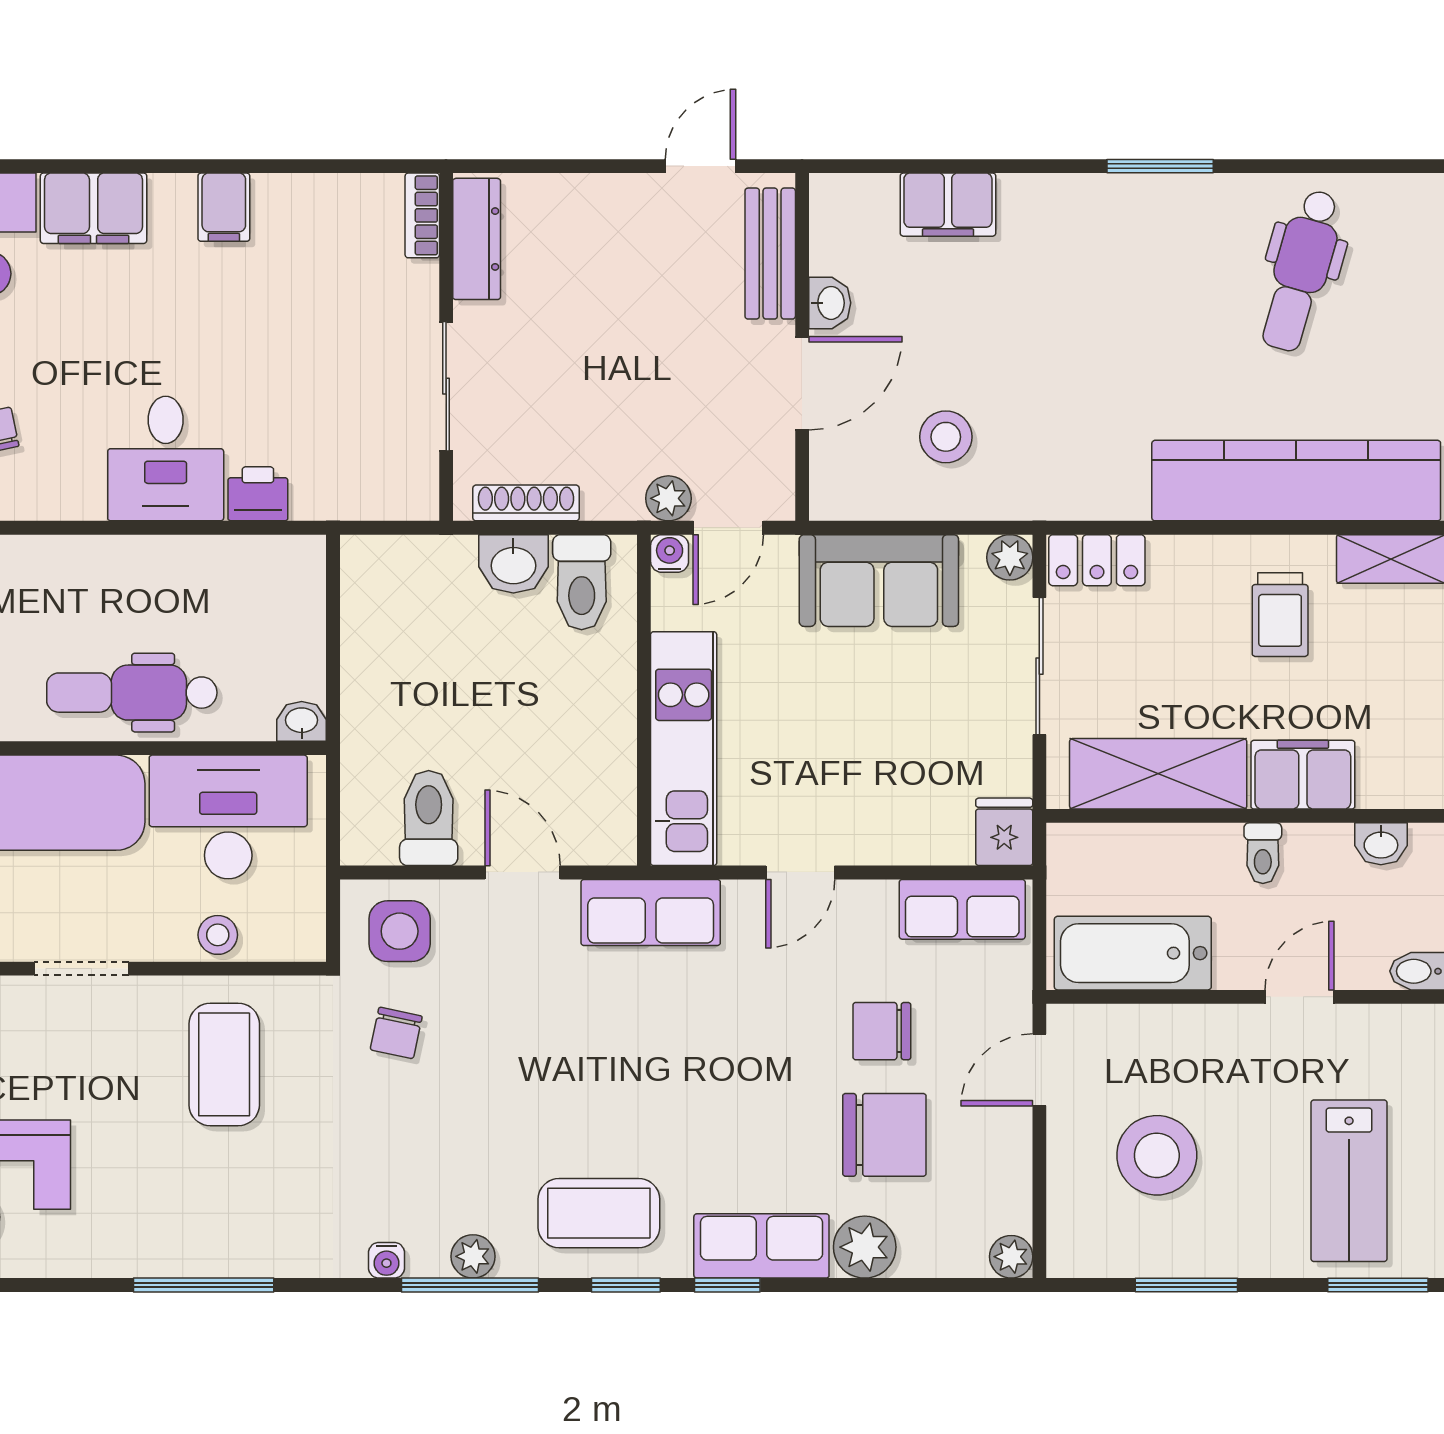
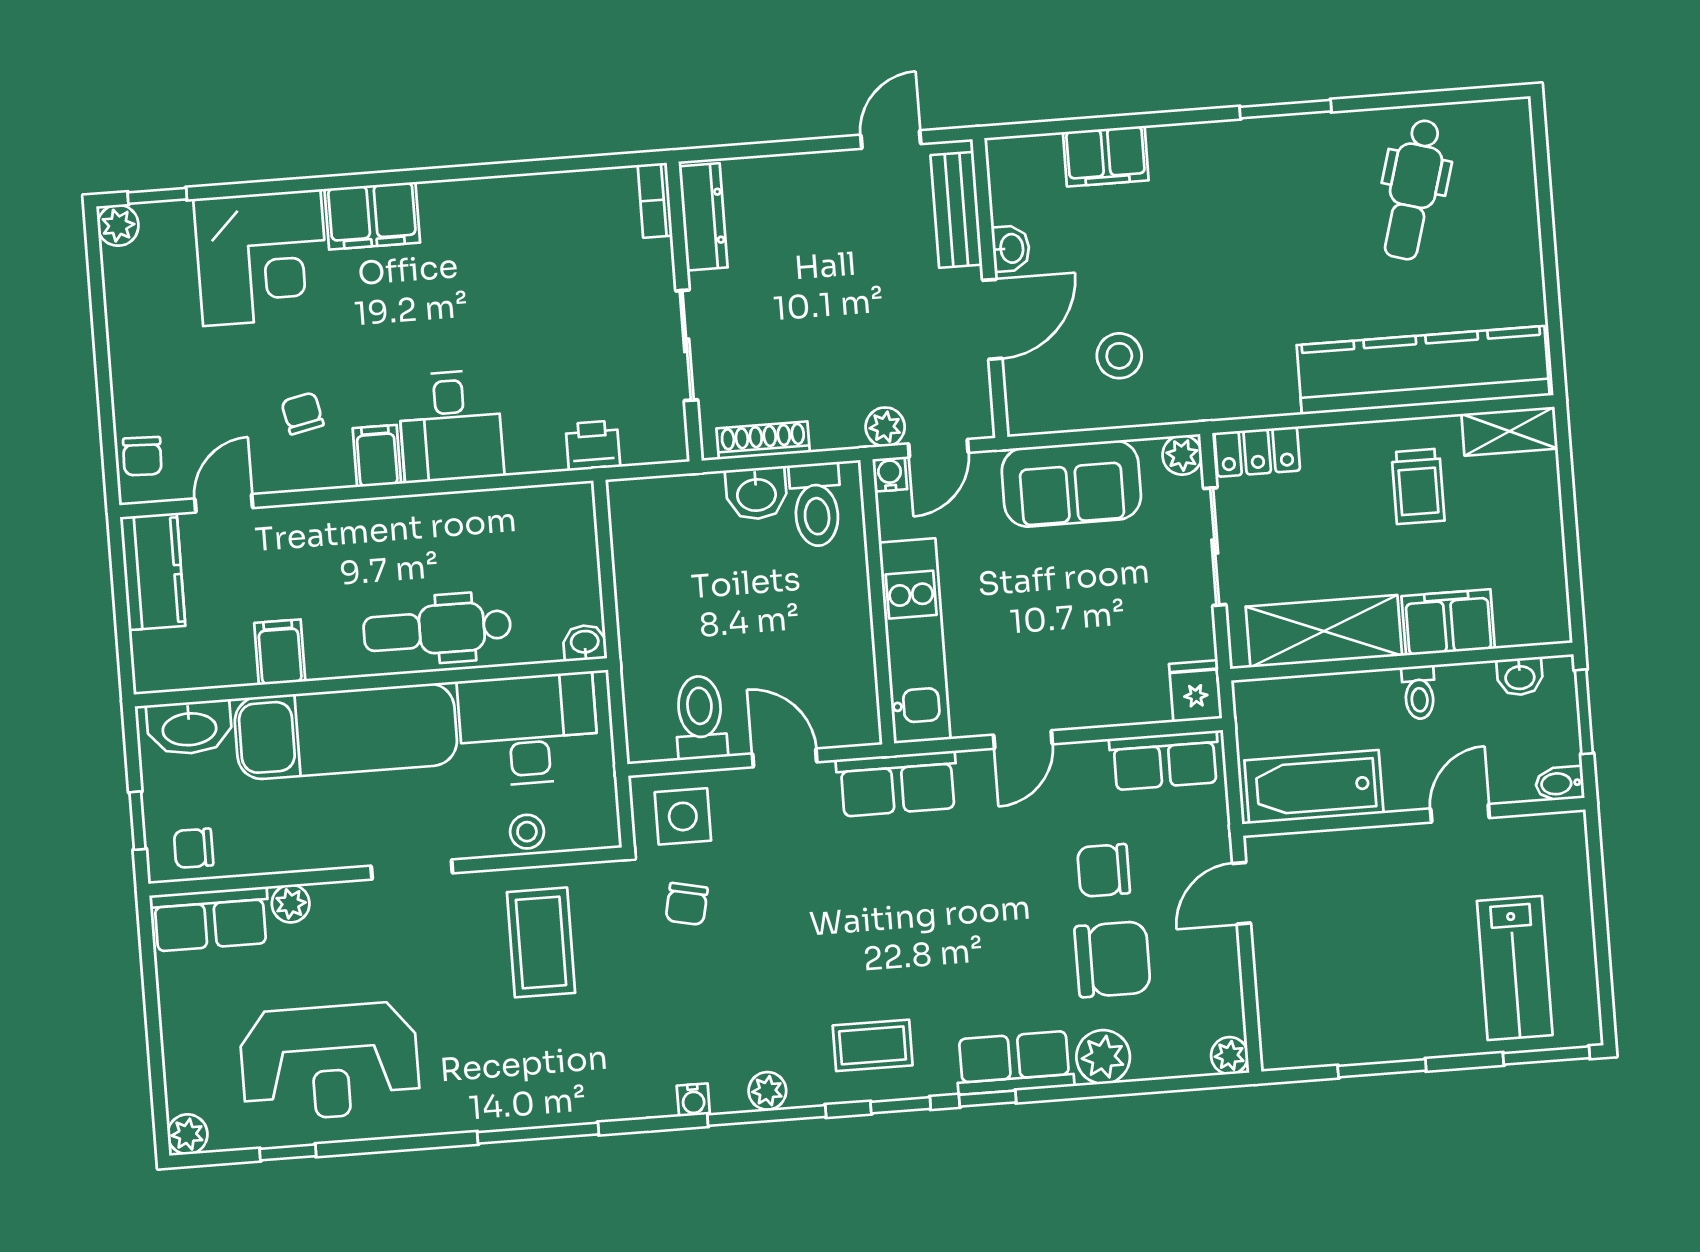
filing cabinet: (224, 207) -> (377, 456), moved, turned 180
printer: (258, 494) -> (593, 446), moved
stool: (1157, 1155) -> (1348, 959), removed
coffee table: (599, 1213) -> (873, 1045), width x0.73, depth x0.77

